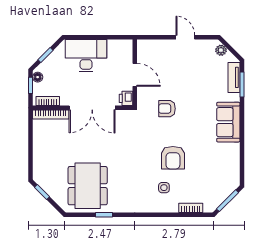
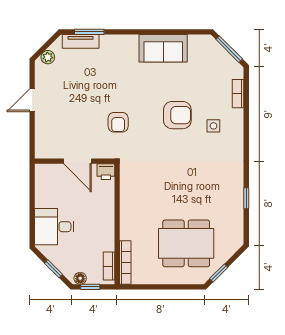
desk: (86, 56) -> (54, 227), width x0.73
door: (135, 75) -> (77, 161), swing flipped
double door: (92, 108) -> (117, 213), removed
sofa: (228, 122) -> (163, 48), moved
dining table: (88, 186) -> (186, 243), moved

